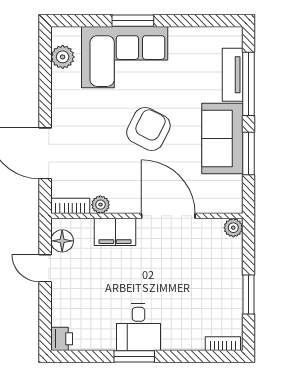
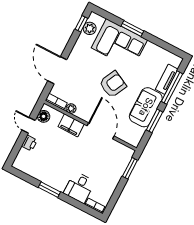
window: (45, 56) -> (81, 24), added
plant: (233, 228) -> (129, 153), removed
window: (248, 295) -> (130, 168), moved
desk: (138, 327) -> (79, 187), moved
printer: (62, 339) -> (29, 143), moved

